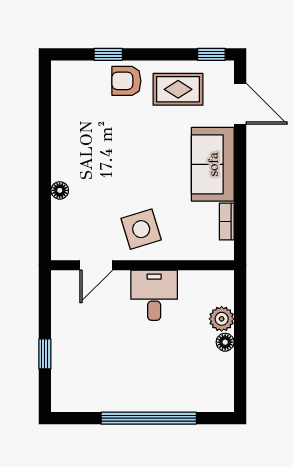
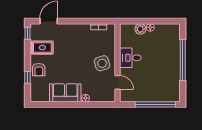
rug: (178, 89) -> (42, 48), turned 90
sofa: (213, 164) -> (65, 93), moved, turned 180
window: (45, 354) -> (155, 104), width x3.17

